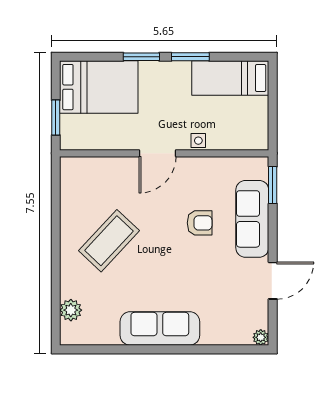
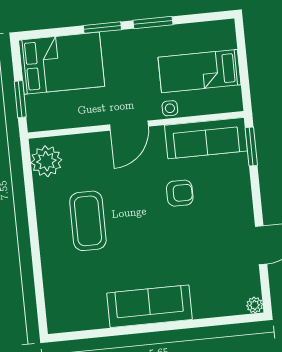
bed: (230, 78) -> (199, 71), moved
sofa: (252, 219) -> (206, 138), moved, turned -90
coffee table: (109, 241) -> (88, 221), turned -43
plant: (71, 310) -> (46, 161), moved, width x1.36, depth x1.36

